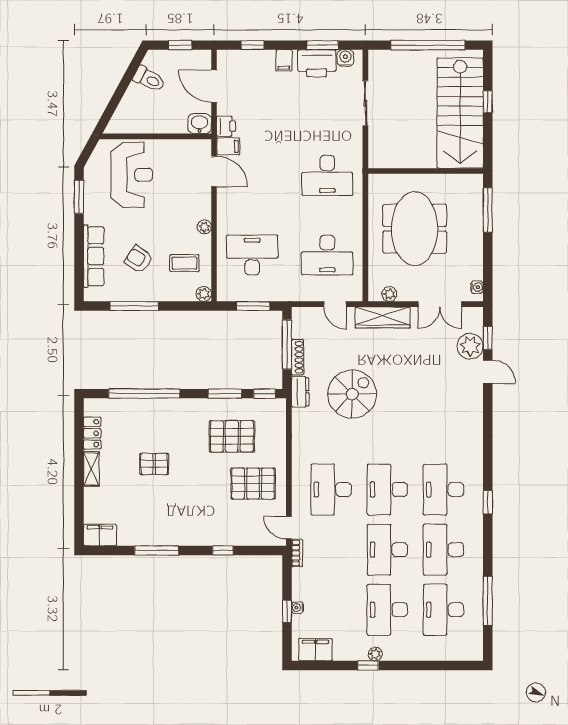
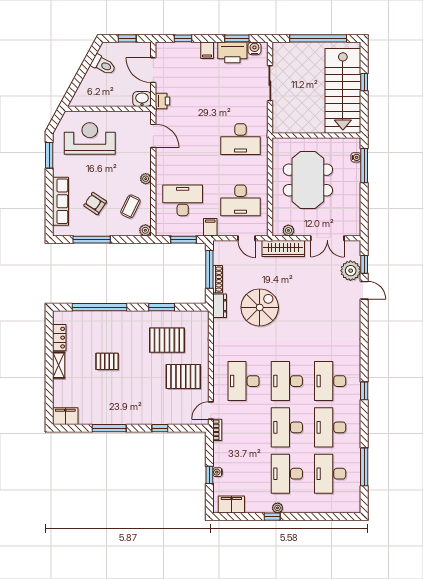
filing cabinet: (228, 146) -> (210, 227), moved, turned -90
reception desk: (132, 175) -> (90, 138), turned -90
coffee table: (184, 263) -> (130, 207), turned -64
water cooler: (477, 287) -> (356, 157), moved
window: (265, 394) -> (192, 307), removed
door: (289, 528) -> (211, 410), hinge flipped

